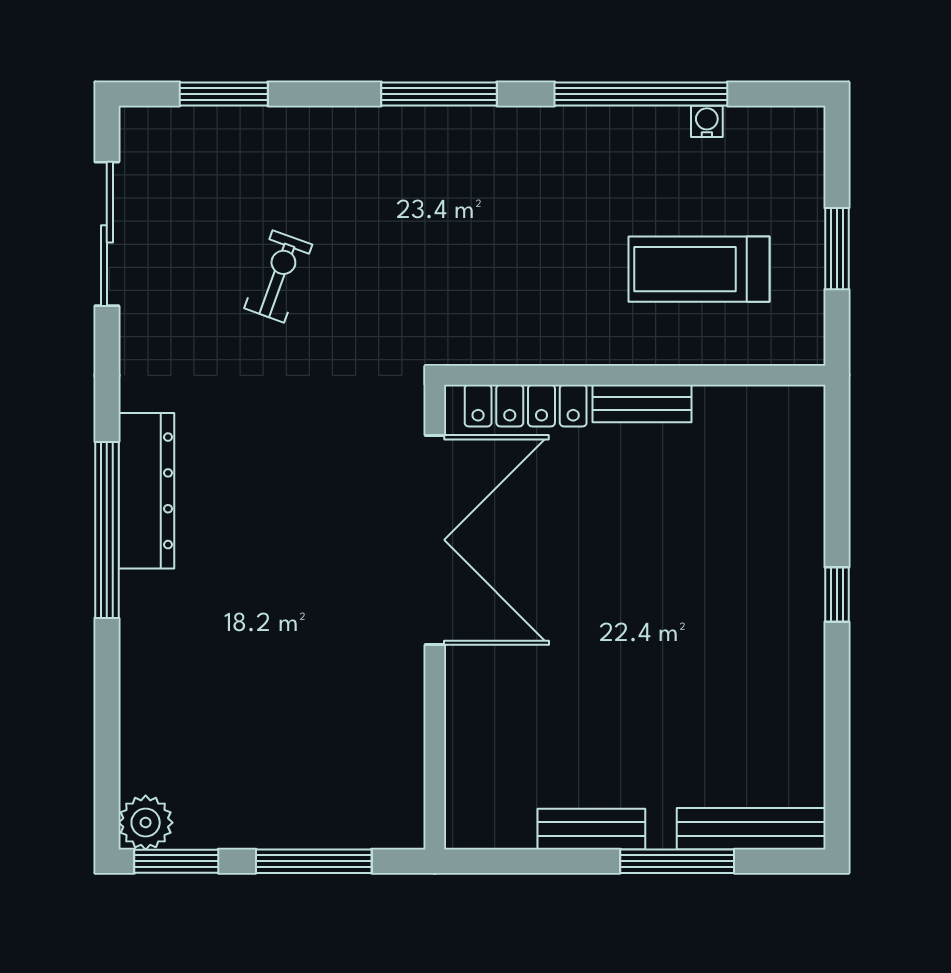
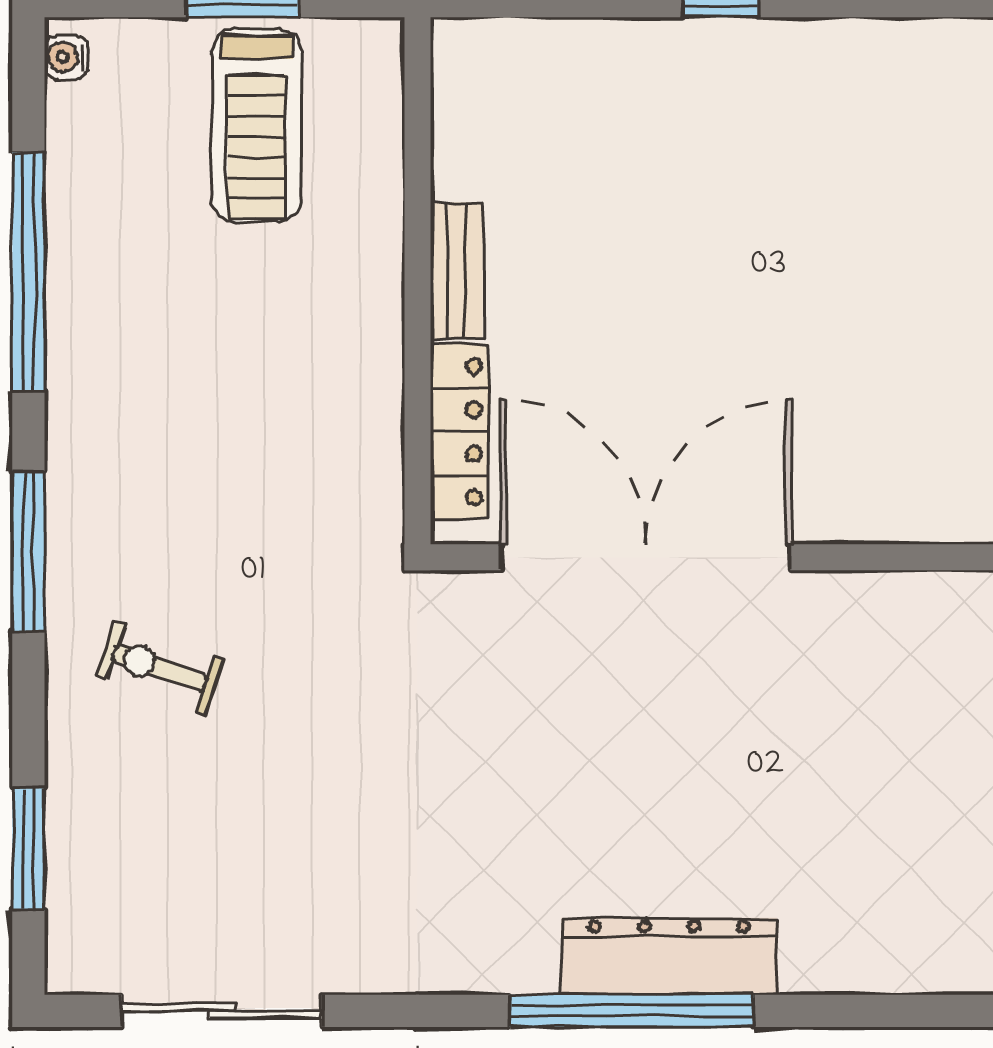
water cooler: (707, 121) -> (66, 57), moved
treadmill: (699, 269) -> (257, 125), moved
exercise bike: (278, 276) -> (160, 668), moved
dresser: (146, 491) -> (669, 956), moved

